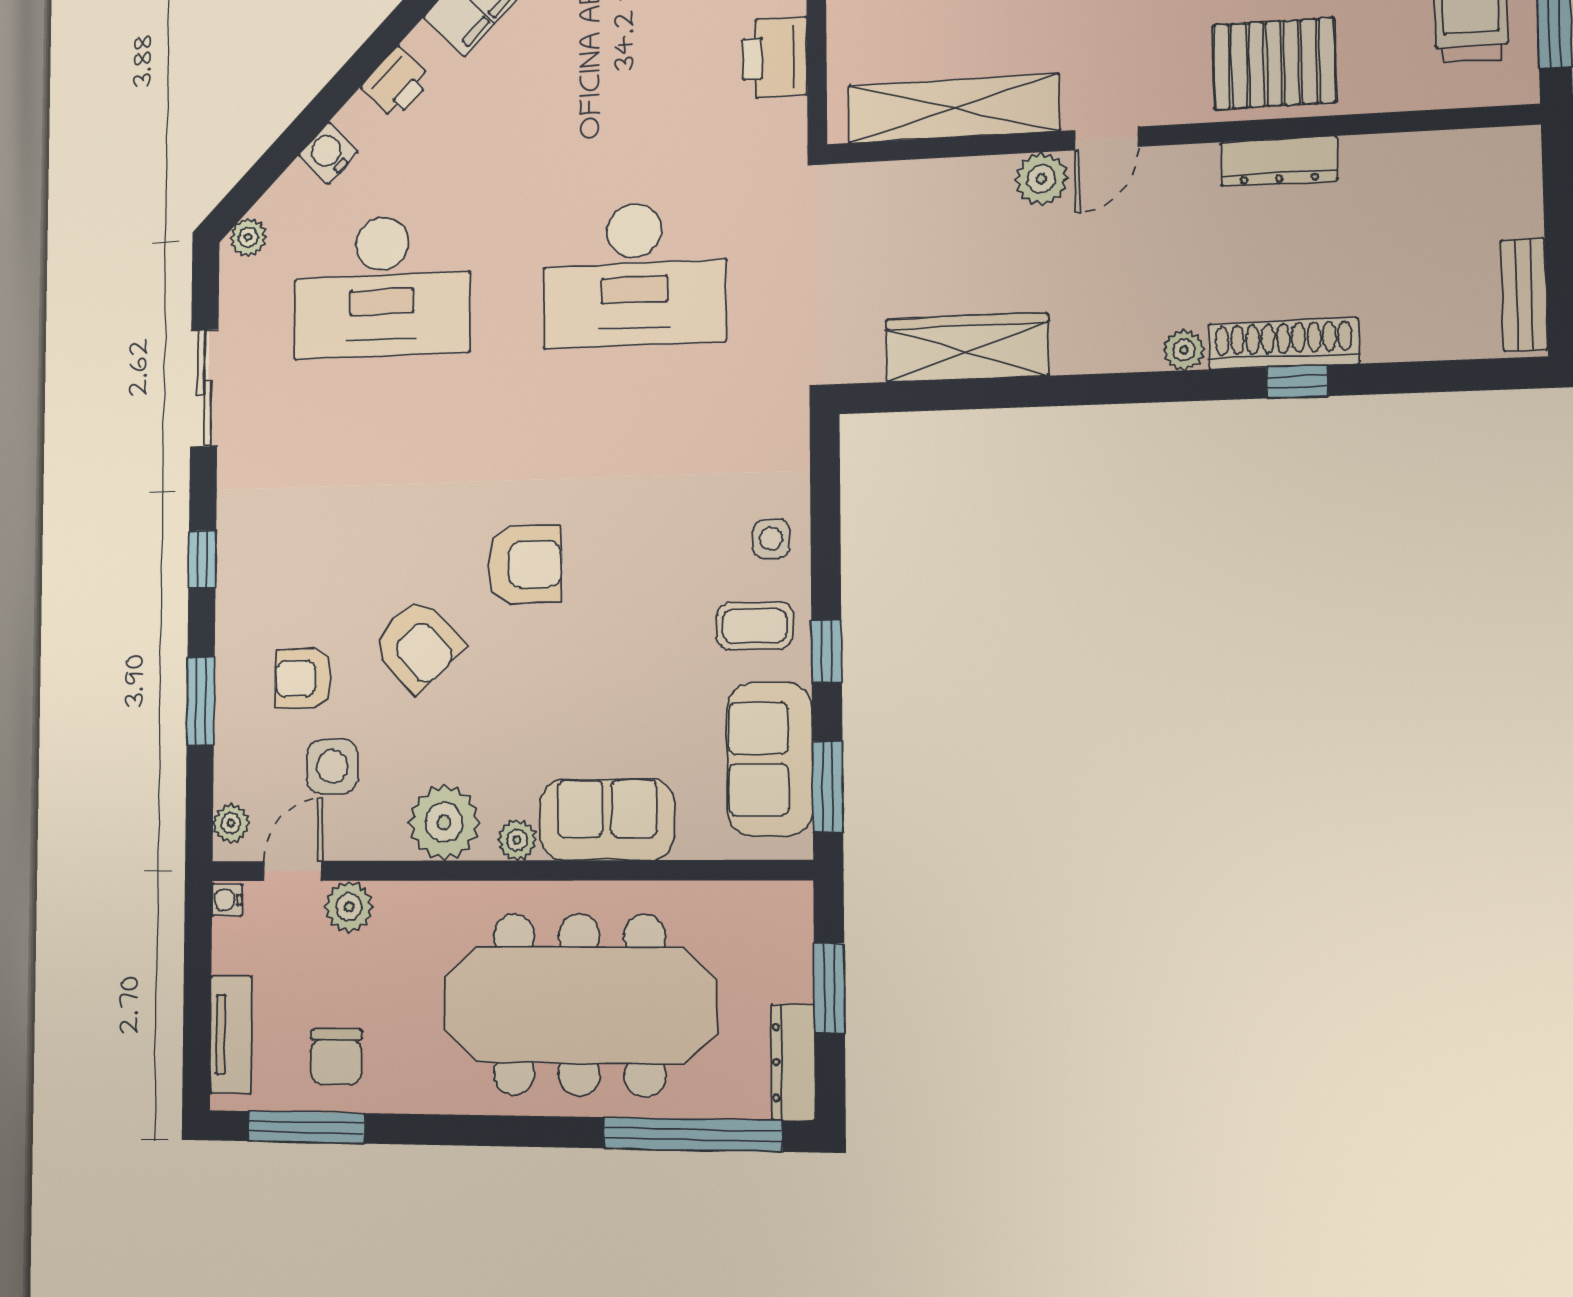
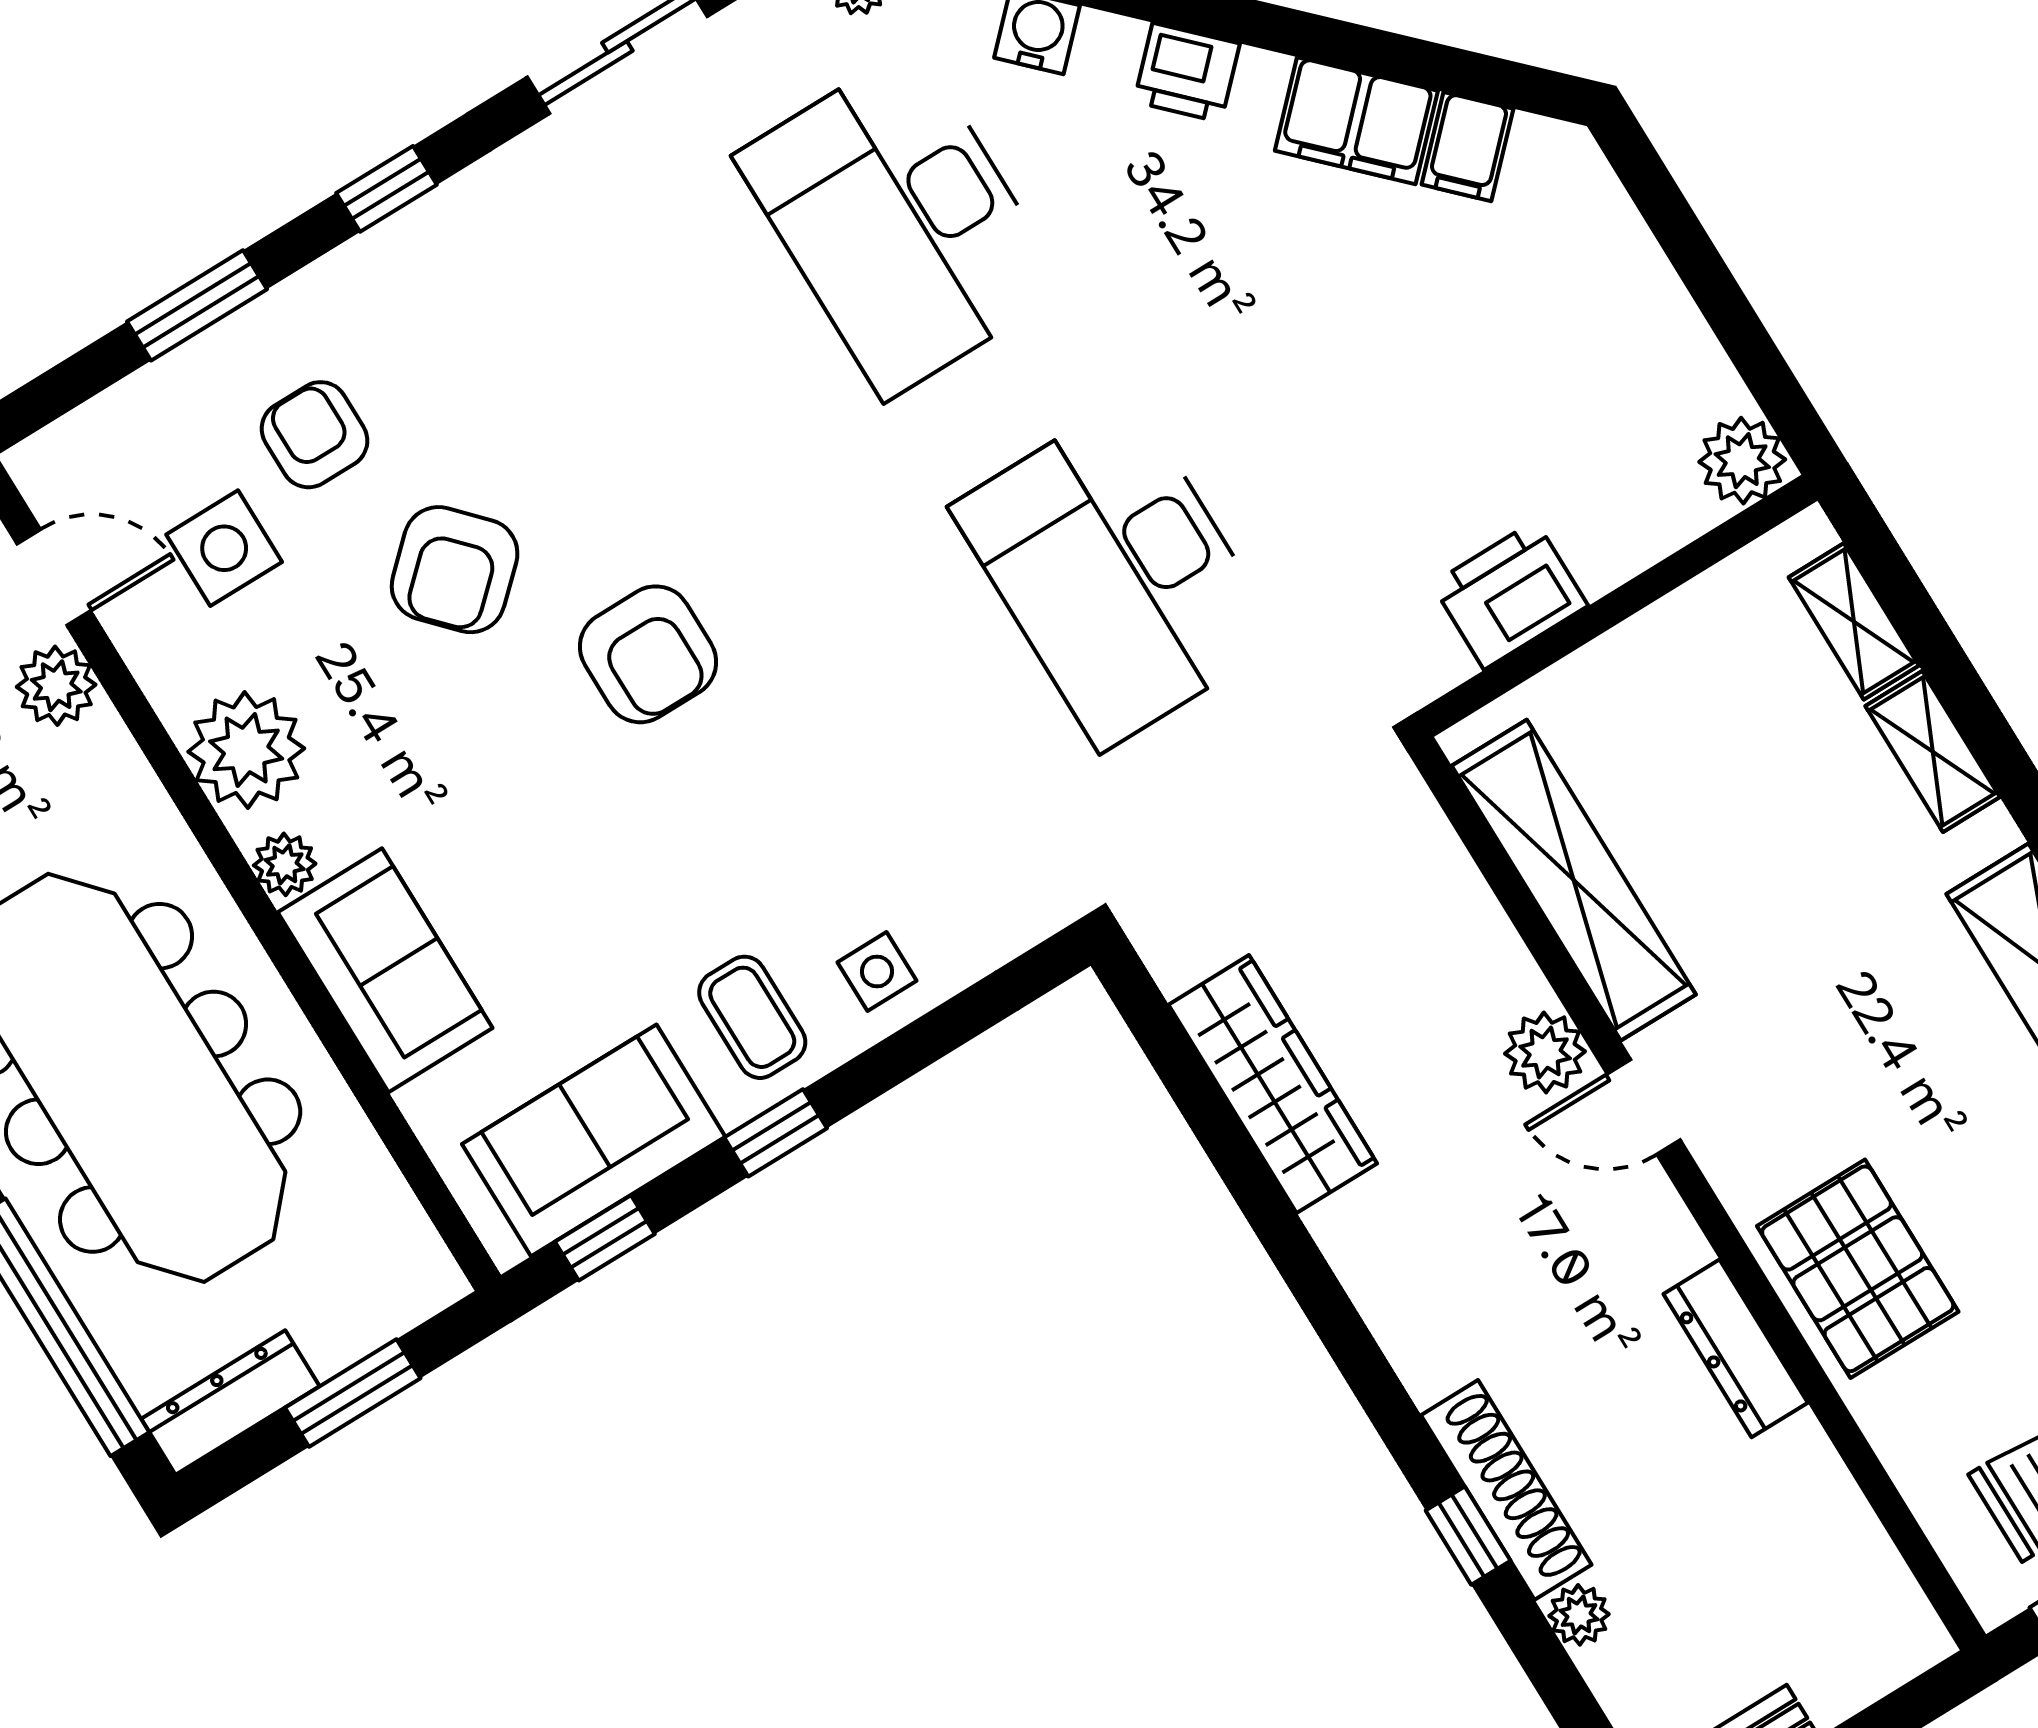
plant: (1184, 350) -> (1579, 1615), moved
window: (828, 787) -> (605, 1238), width x0.67
plant: (231, 823) -> (63, 450), removed

